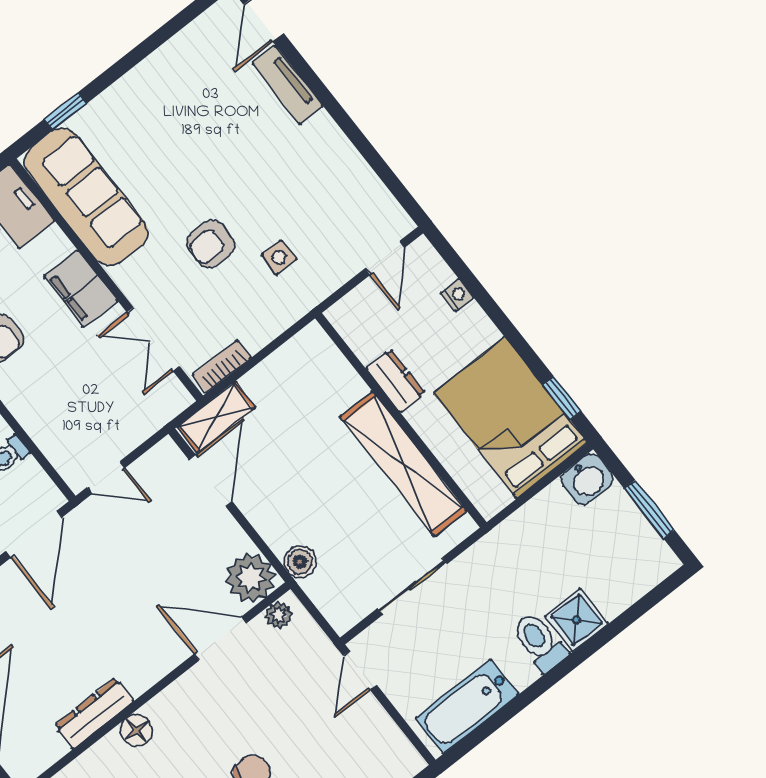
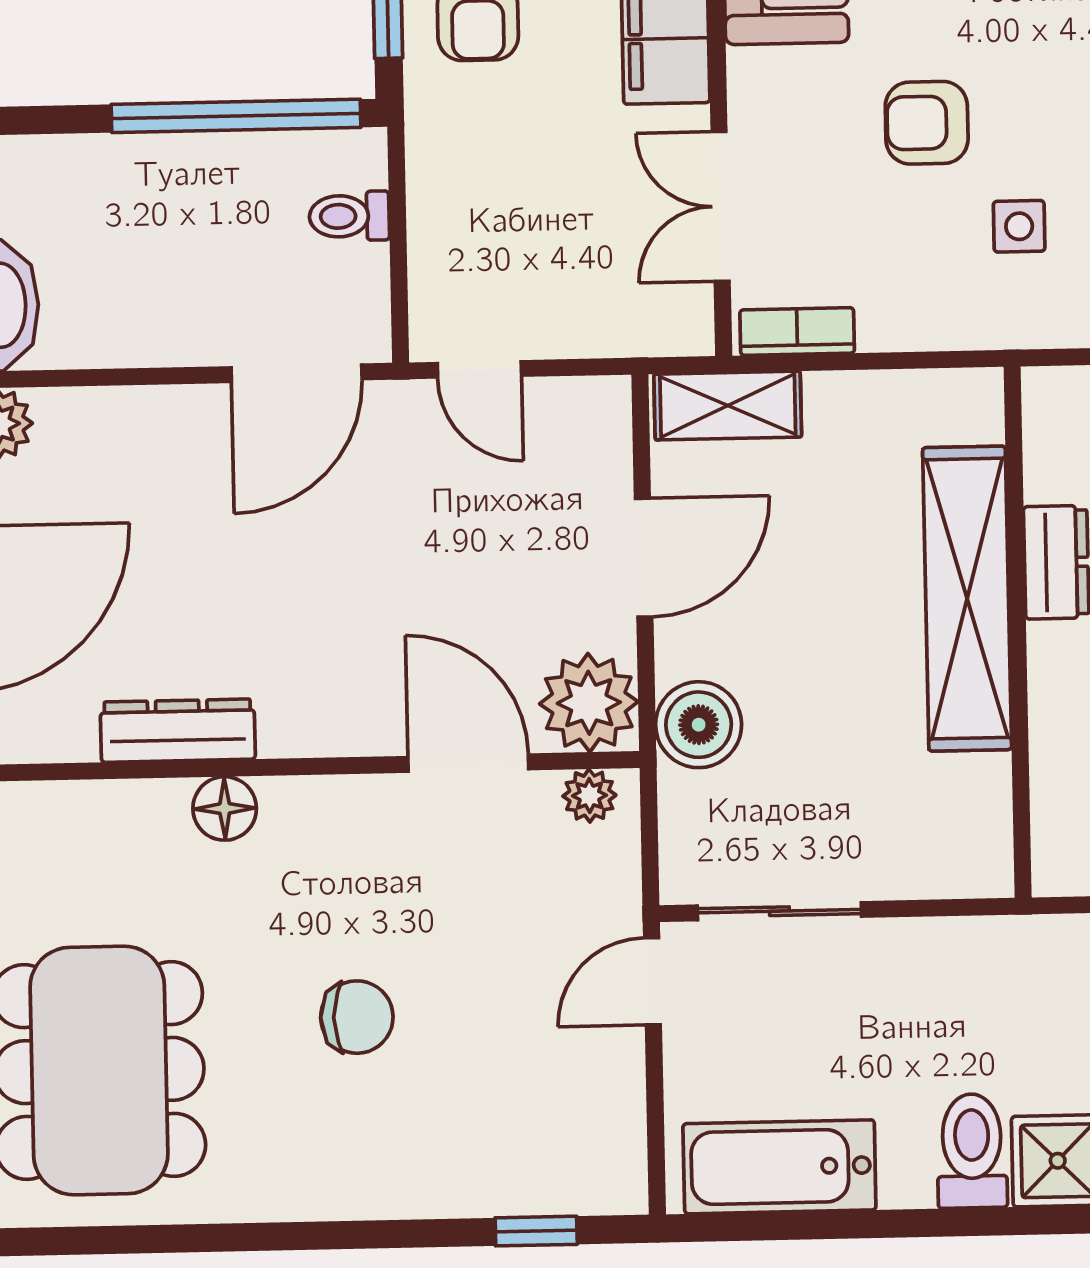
shelving: (403, 464) -> (967, 599), moved
door: (211, 481) -> (644, 558), moved
boiler: (300, 562) -> (699, 725), width x1.36, depth x1.36
sliding door: (412, 586) -> (779, 911), moved

